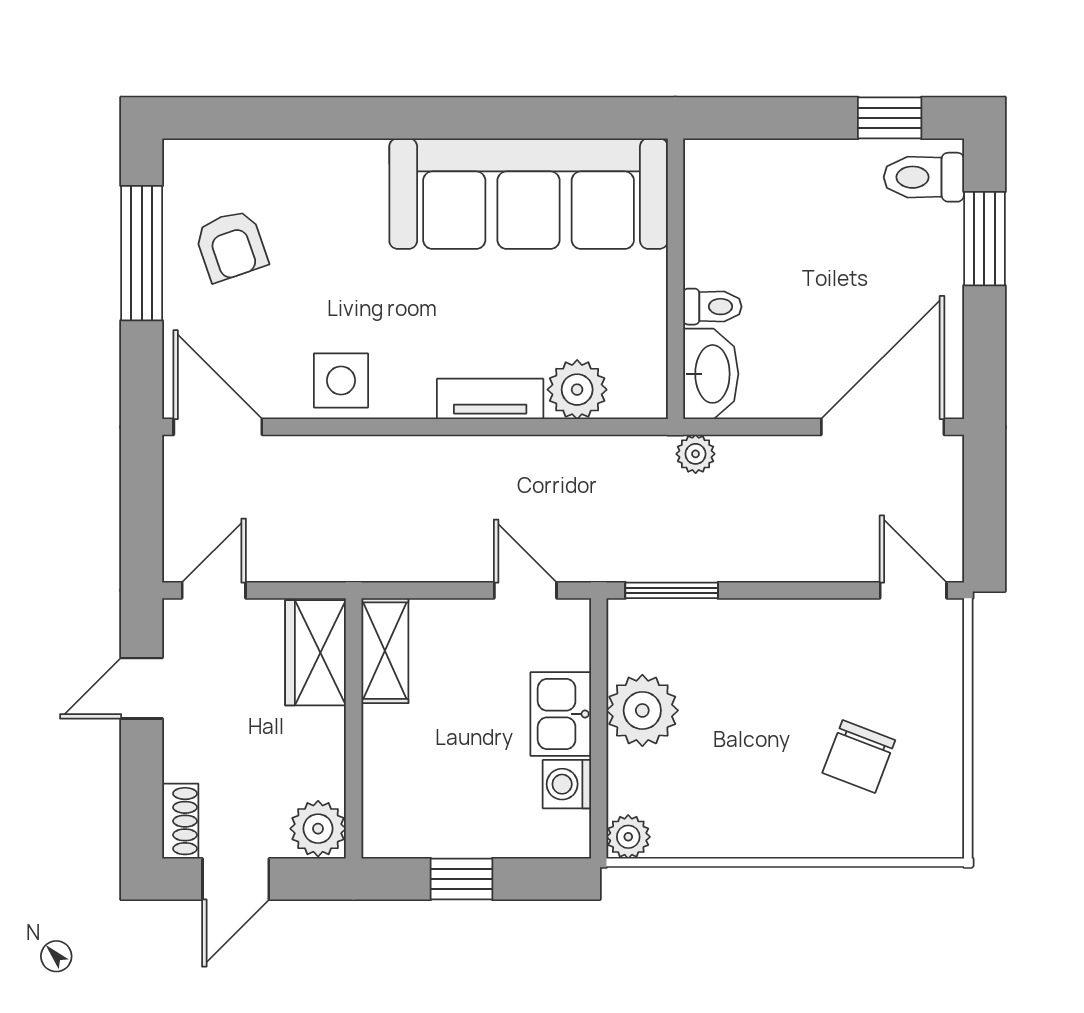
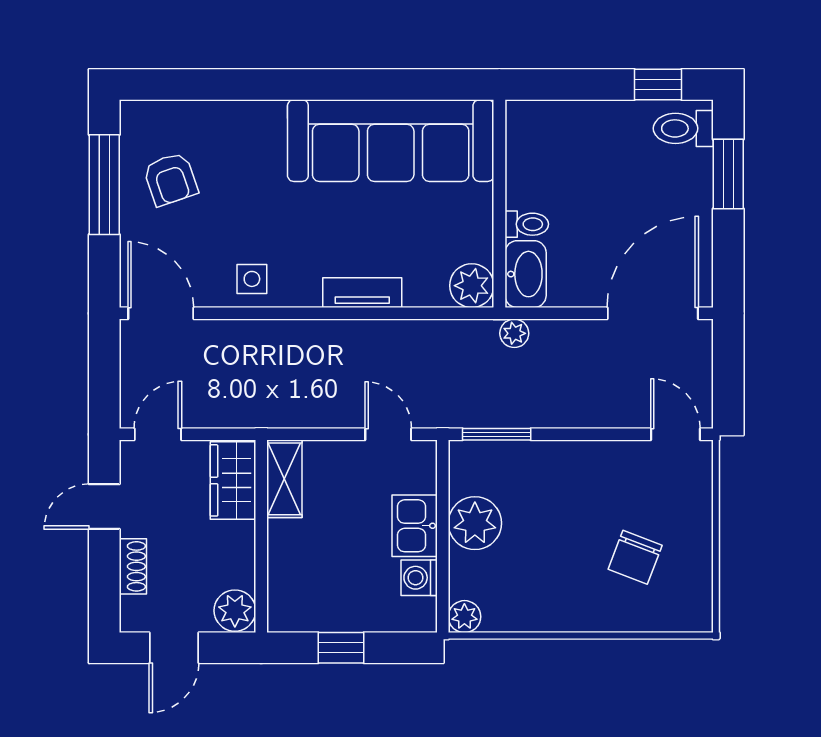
side table: (341, 380) -> (252, 279), width x0.73, depth x0.73
plant: (577, 390) -> (472, 286), moved
shoe rack: (180, 821) -> (133, 566), moved

